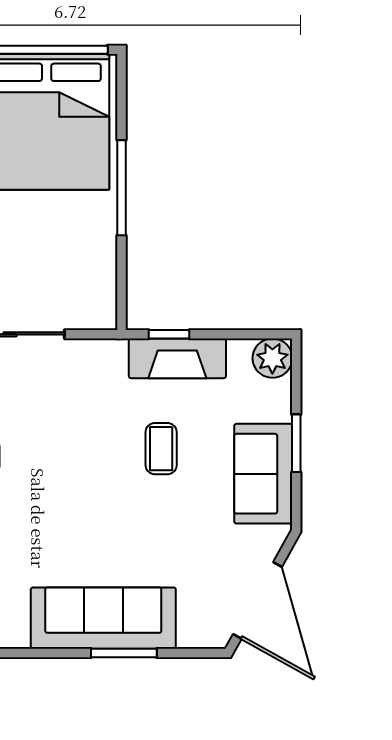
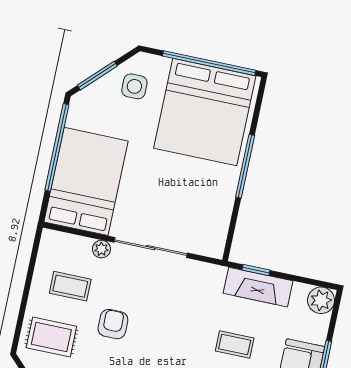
coffee table: (161, 449) -> (235, 345), turned 90

